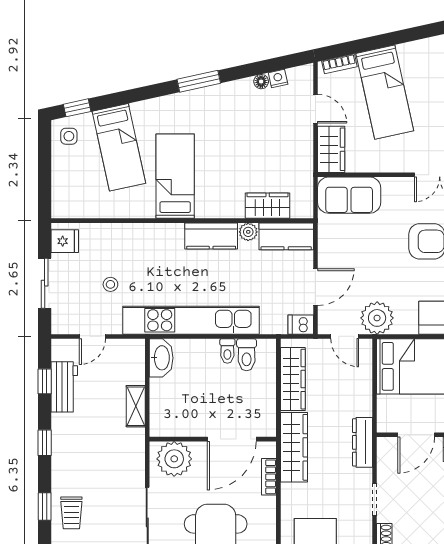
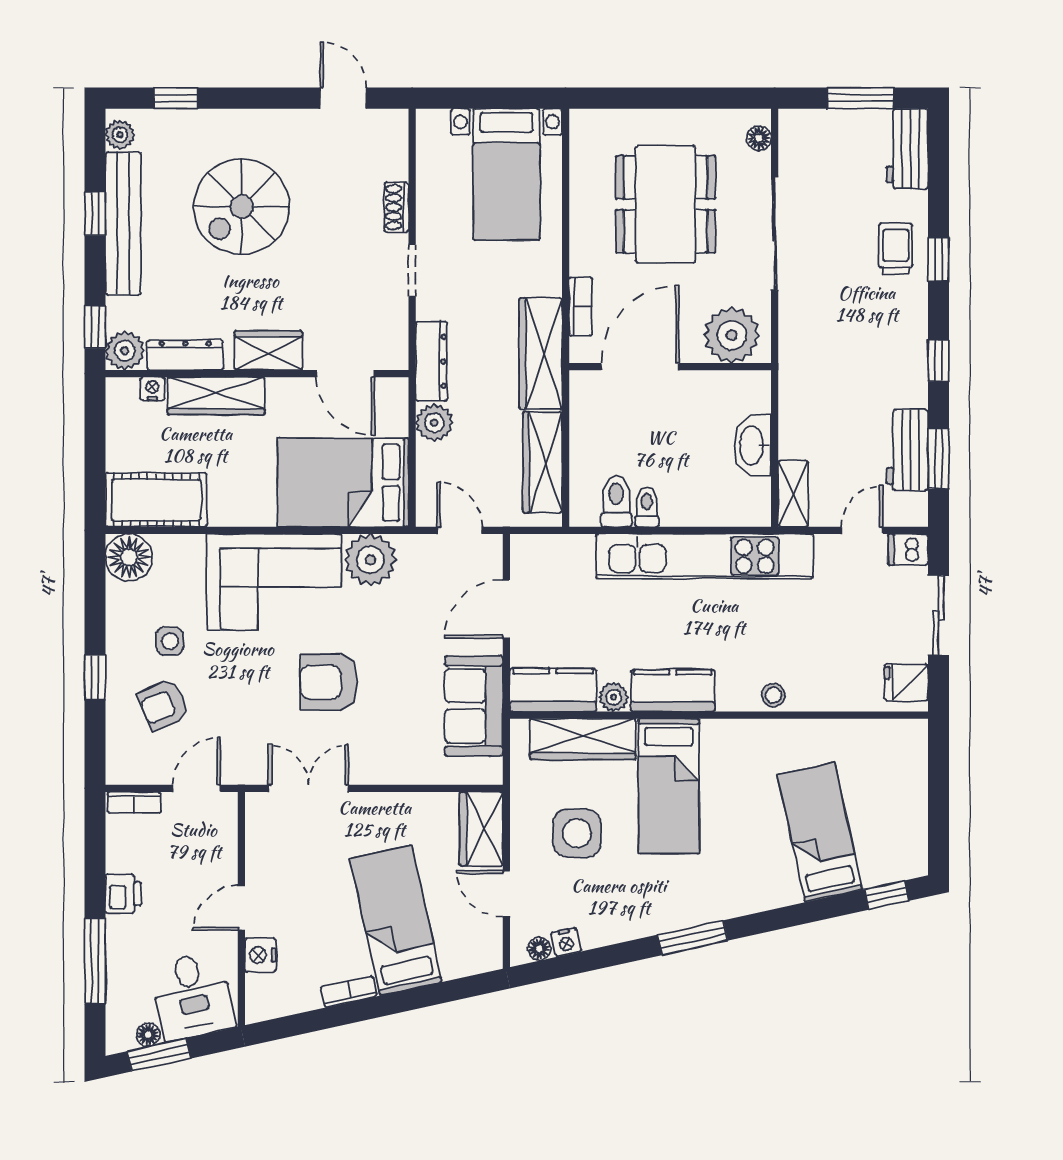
bookcase: (339, 64) -> (349, 991), moved
floor lamp: (261, 82) -> (539, 949), moved
side table: (69, 136) -> (577, 833), moved, width x1.87, depth x1.87
bed: (175, 176) -> (669, 786), moved
sofa: (349, 195) -> (474, 706), moved, turned -90
wardrobe: (268, 206) -> (583, 739), width x1.50
stool: (110, 284) -> (773, 695), moved
plant: (377, 318) -> (370, 560), moved
dishwasher: (301, 325) -> (908, 549), moved, turned 180
washbasin: (161, 358) -> (752, 445), moved
window: (45, 381) -> (938, 459), width x1.50
plant: (361, 404) -> (434, 423), added
shelving: (136, 406) -> (793, 494), moved
door: (416, 435) -> (346, 374), swing flipped

